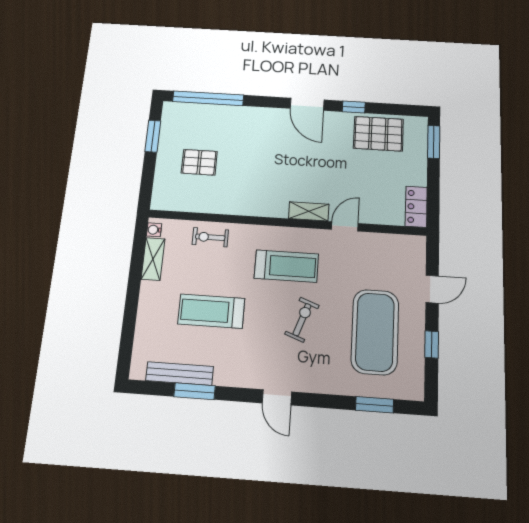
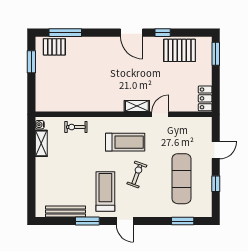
window: (208, 98) -> (65, 33), width x0.68
pallet: (199, 162) -> (54, 47), moved
treadmill: (211, 311) -> (105, 192), moved, turned 90
exercise mat: (375, 332) -> (181, 179), width x0.68
window: (195, 391) -> (87, 221), moved

